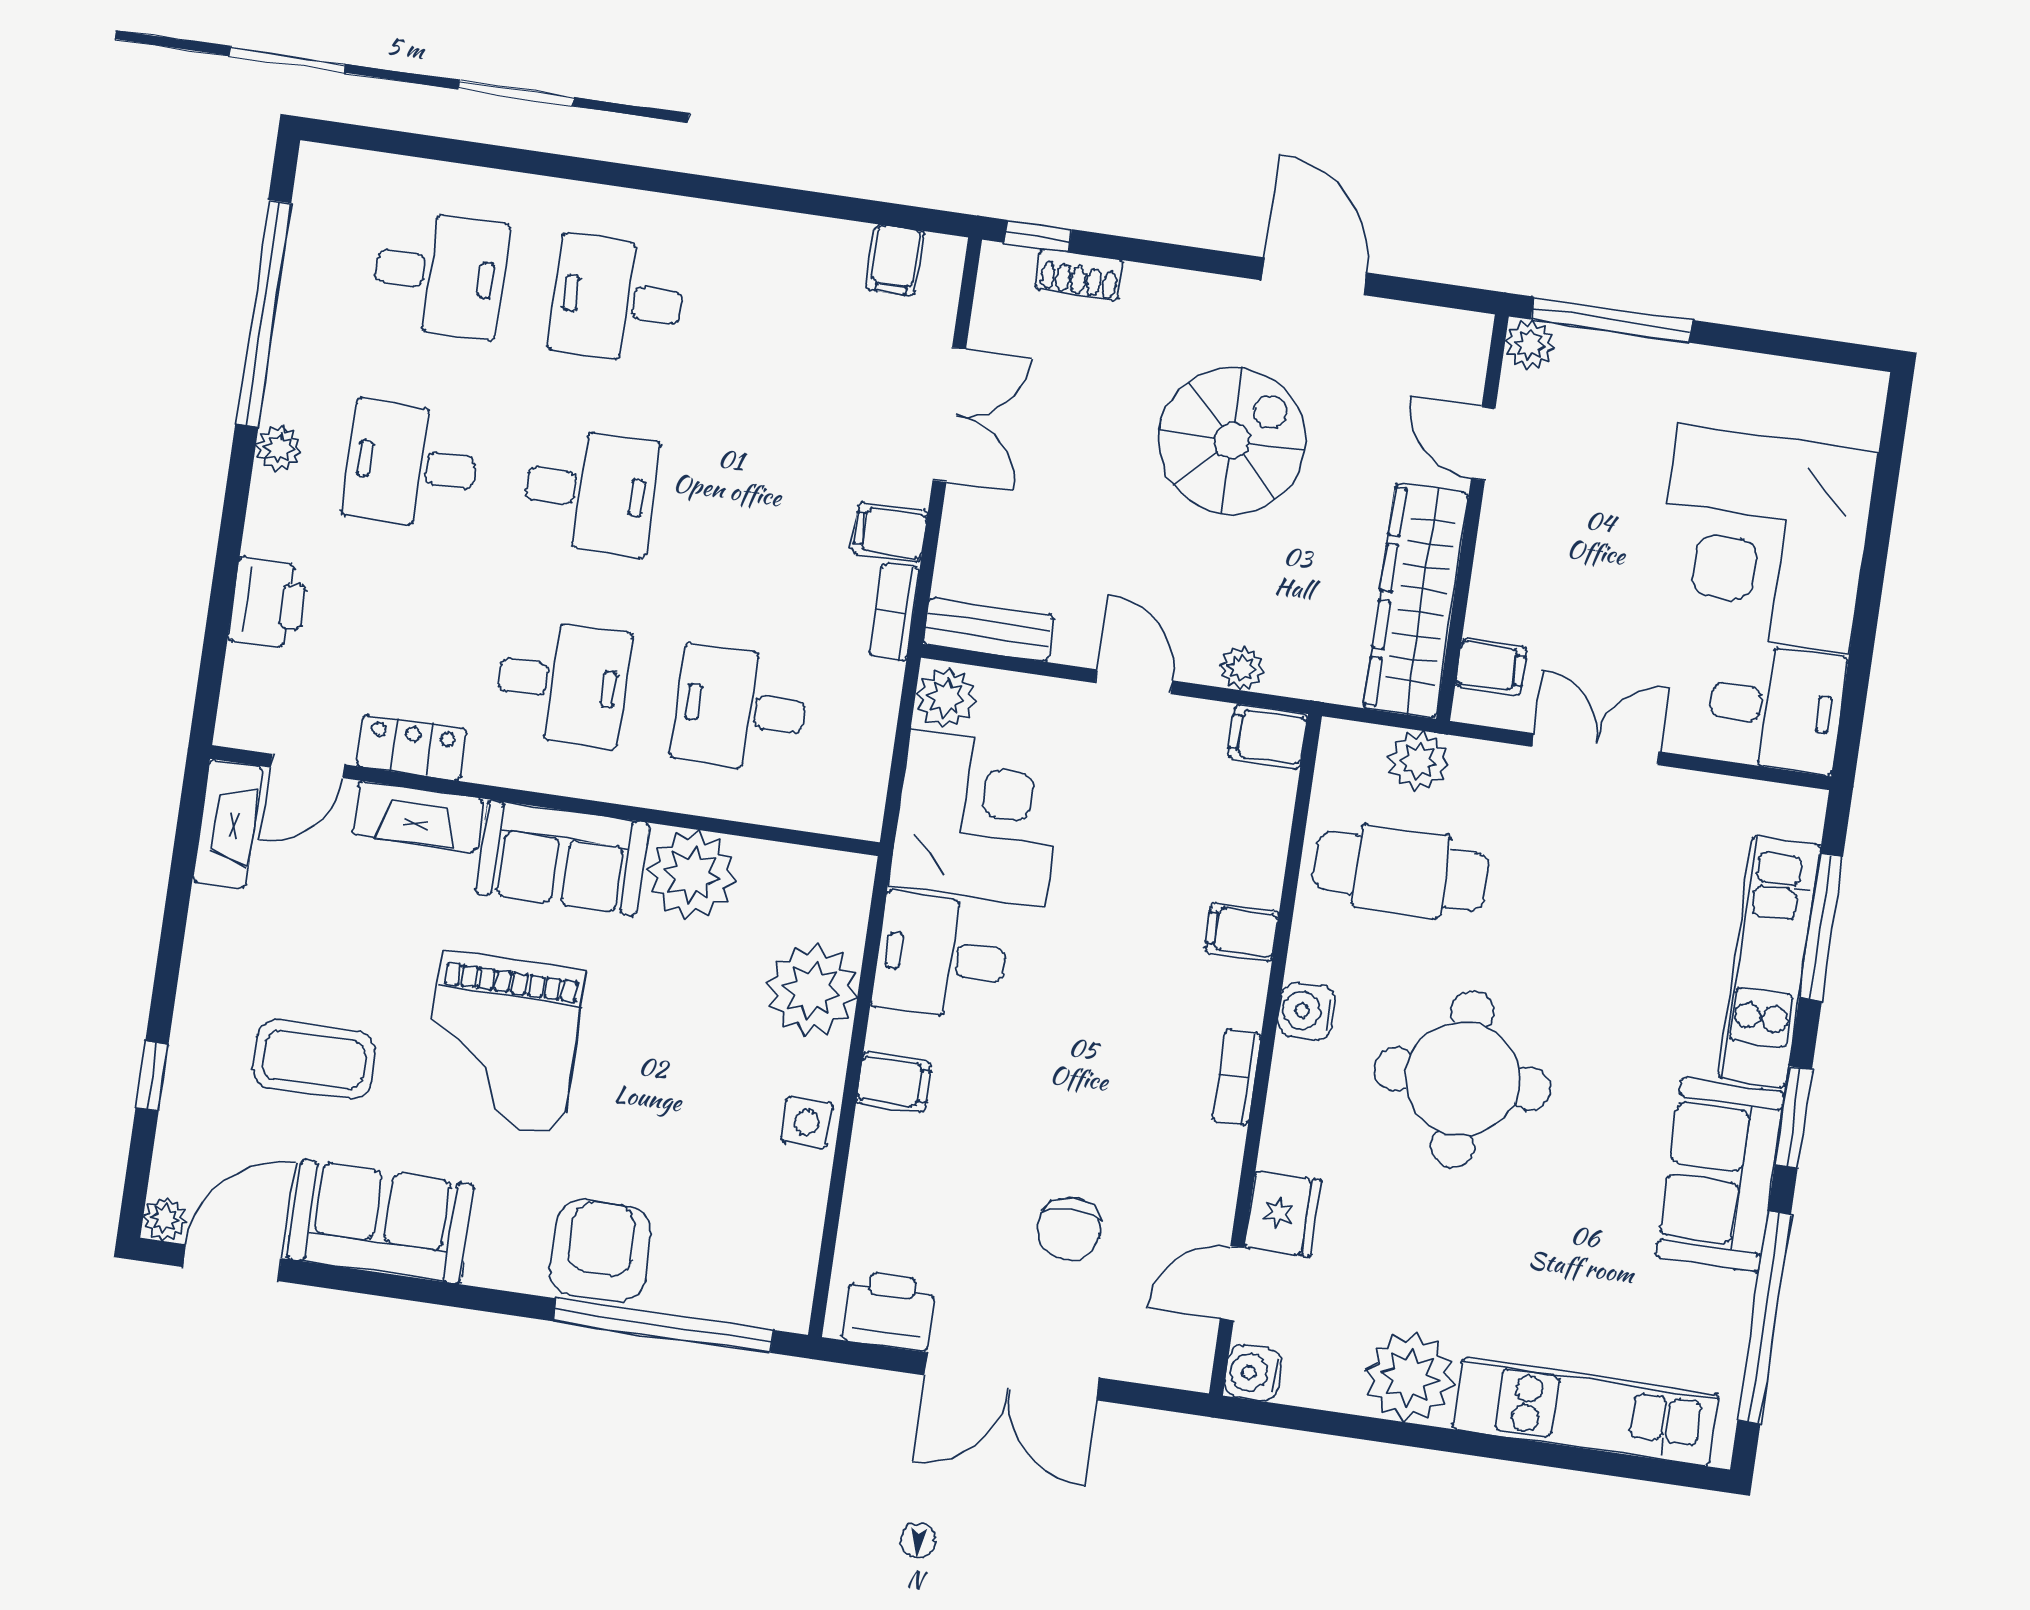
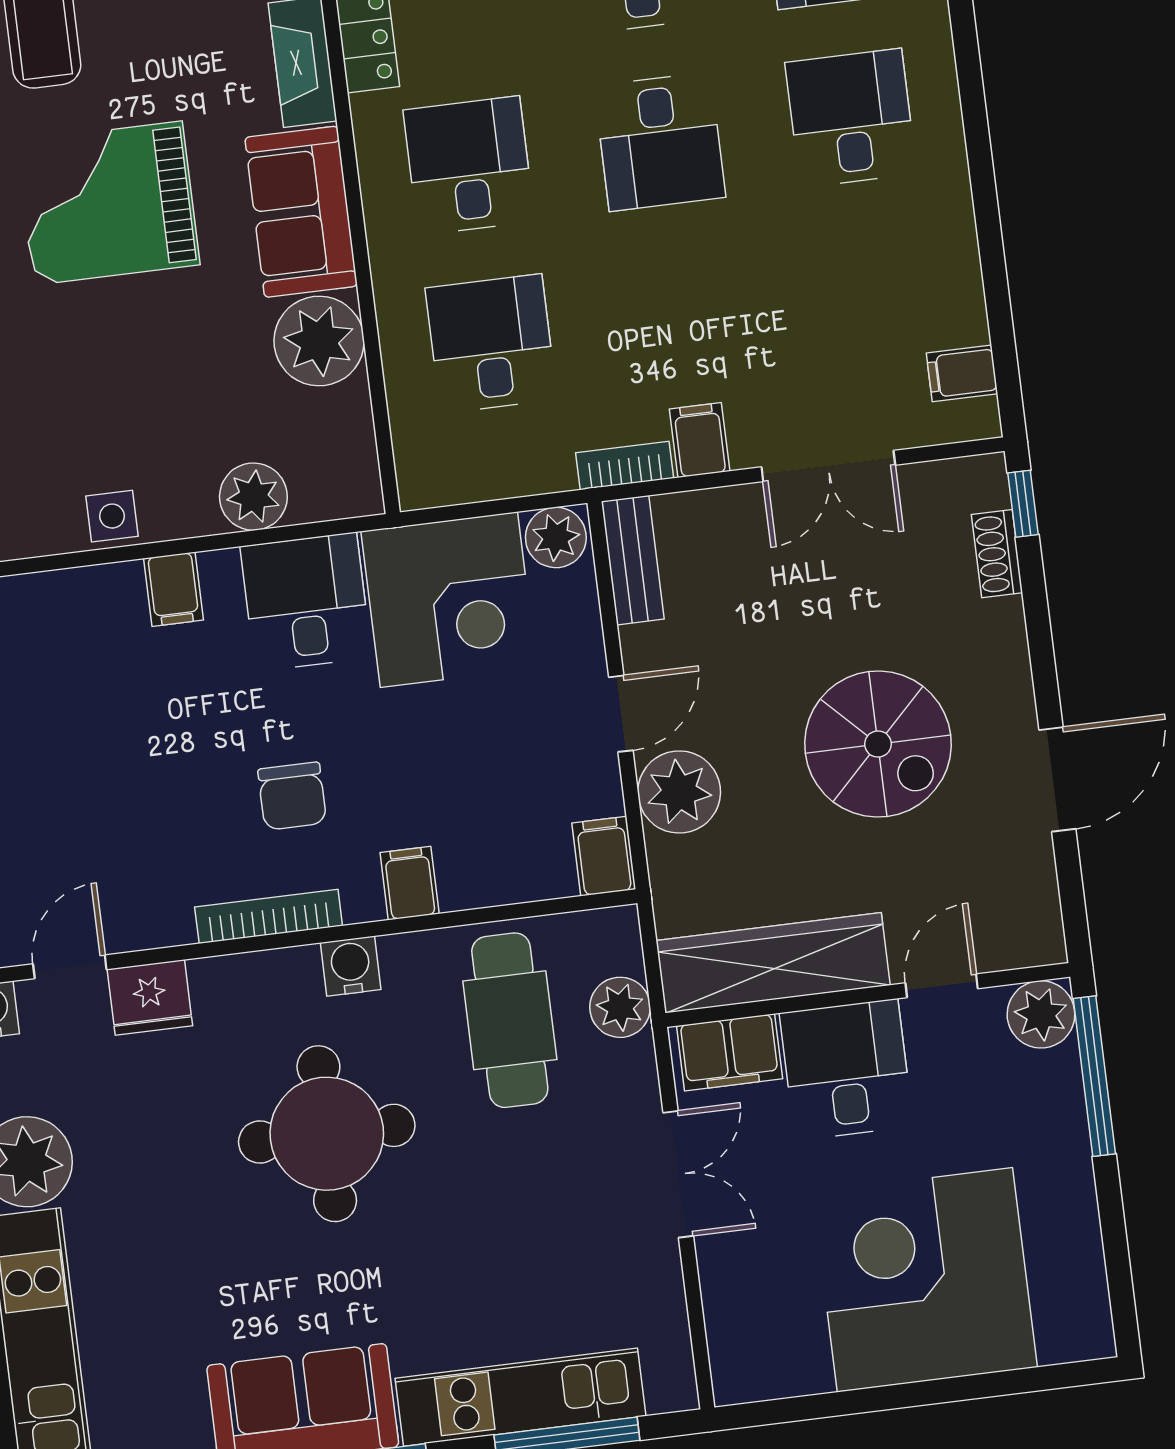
plant: (1530, 344) -> (1041, 1014), width x1.38, depth x1.38
filing cabinet: (1491, 667) -> (730, 1052), width x2.00
plant: (1242, 668) -> (679, 792), width x1.88, depth x1.88
desk: (562, 683) -> (469, 165), turned 180
desk: (1776, 708) -> (846, 1070), moved, turned 180
plant: (812, 990) -> (253, 497), width x0.73, depth x0.73
bookcase: (1236, 1077) -> (269, 916), width x1.56
chair: (1069, 1229) -> (292, 796), moved, turned -90
door: (1232, 1283) -> (70, 967), hinge flipped

